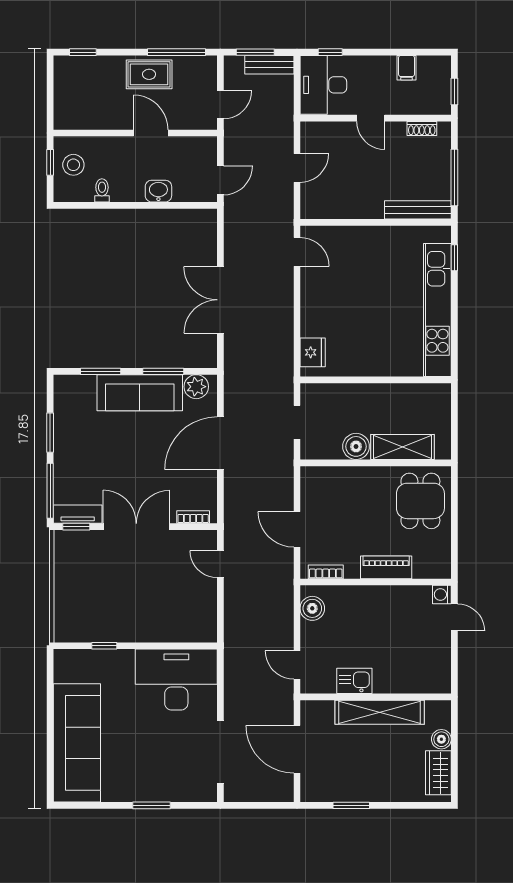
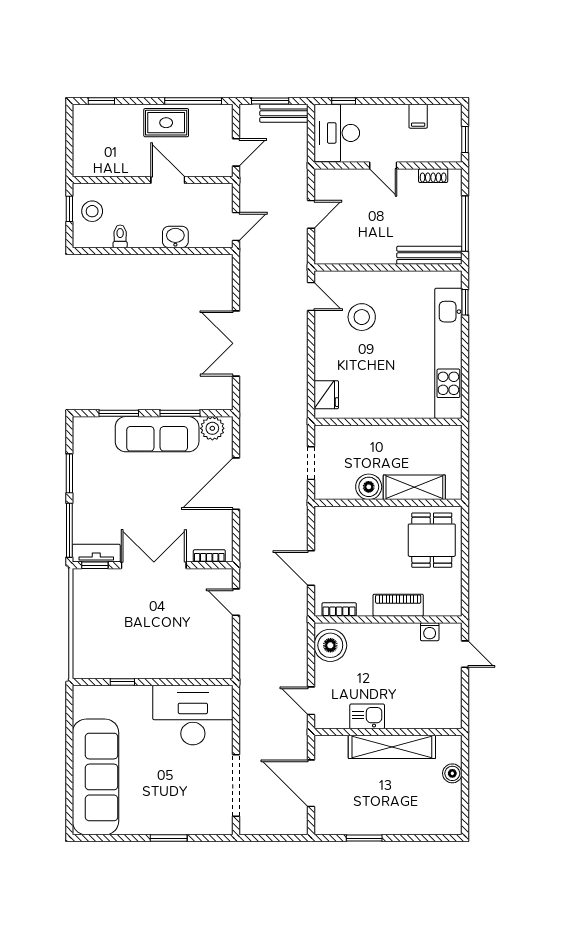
stool: (349, 273) -> (362, 317), added
washing machine: (442, 594) -> (430, 632), moved, turned -90
boiler: (312, 608) -> (330, 645), width x1.37, depth x1.37
wardrobe: (438, 773) -> (449, 806), removed

